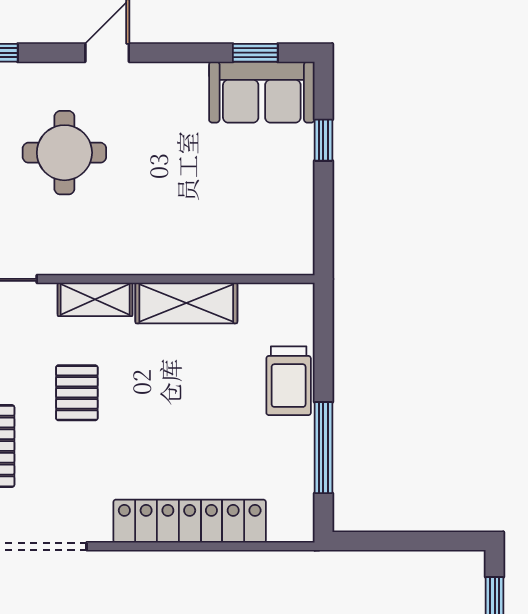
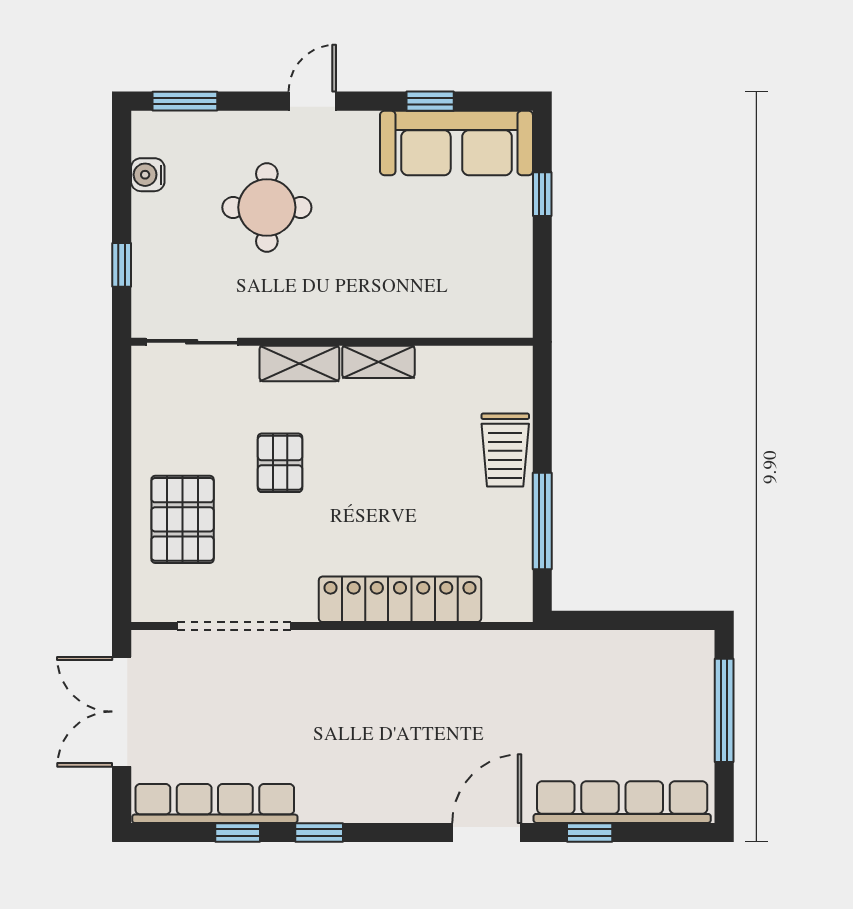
window: (255, 53) -> (430, 101), moved
sofa: (262, 92) -> (456, 143), width x1.36
shelving: (186, 303) -> (378, 362), width x0.67, depth x0.75

